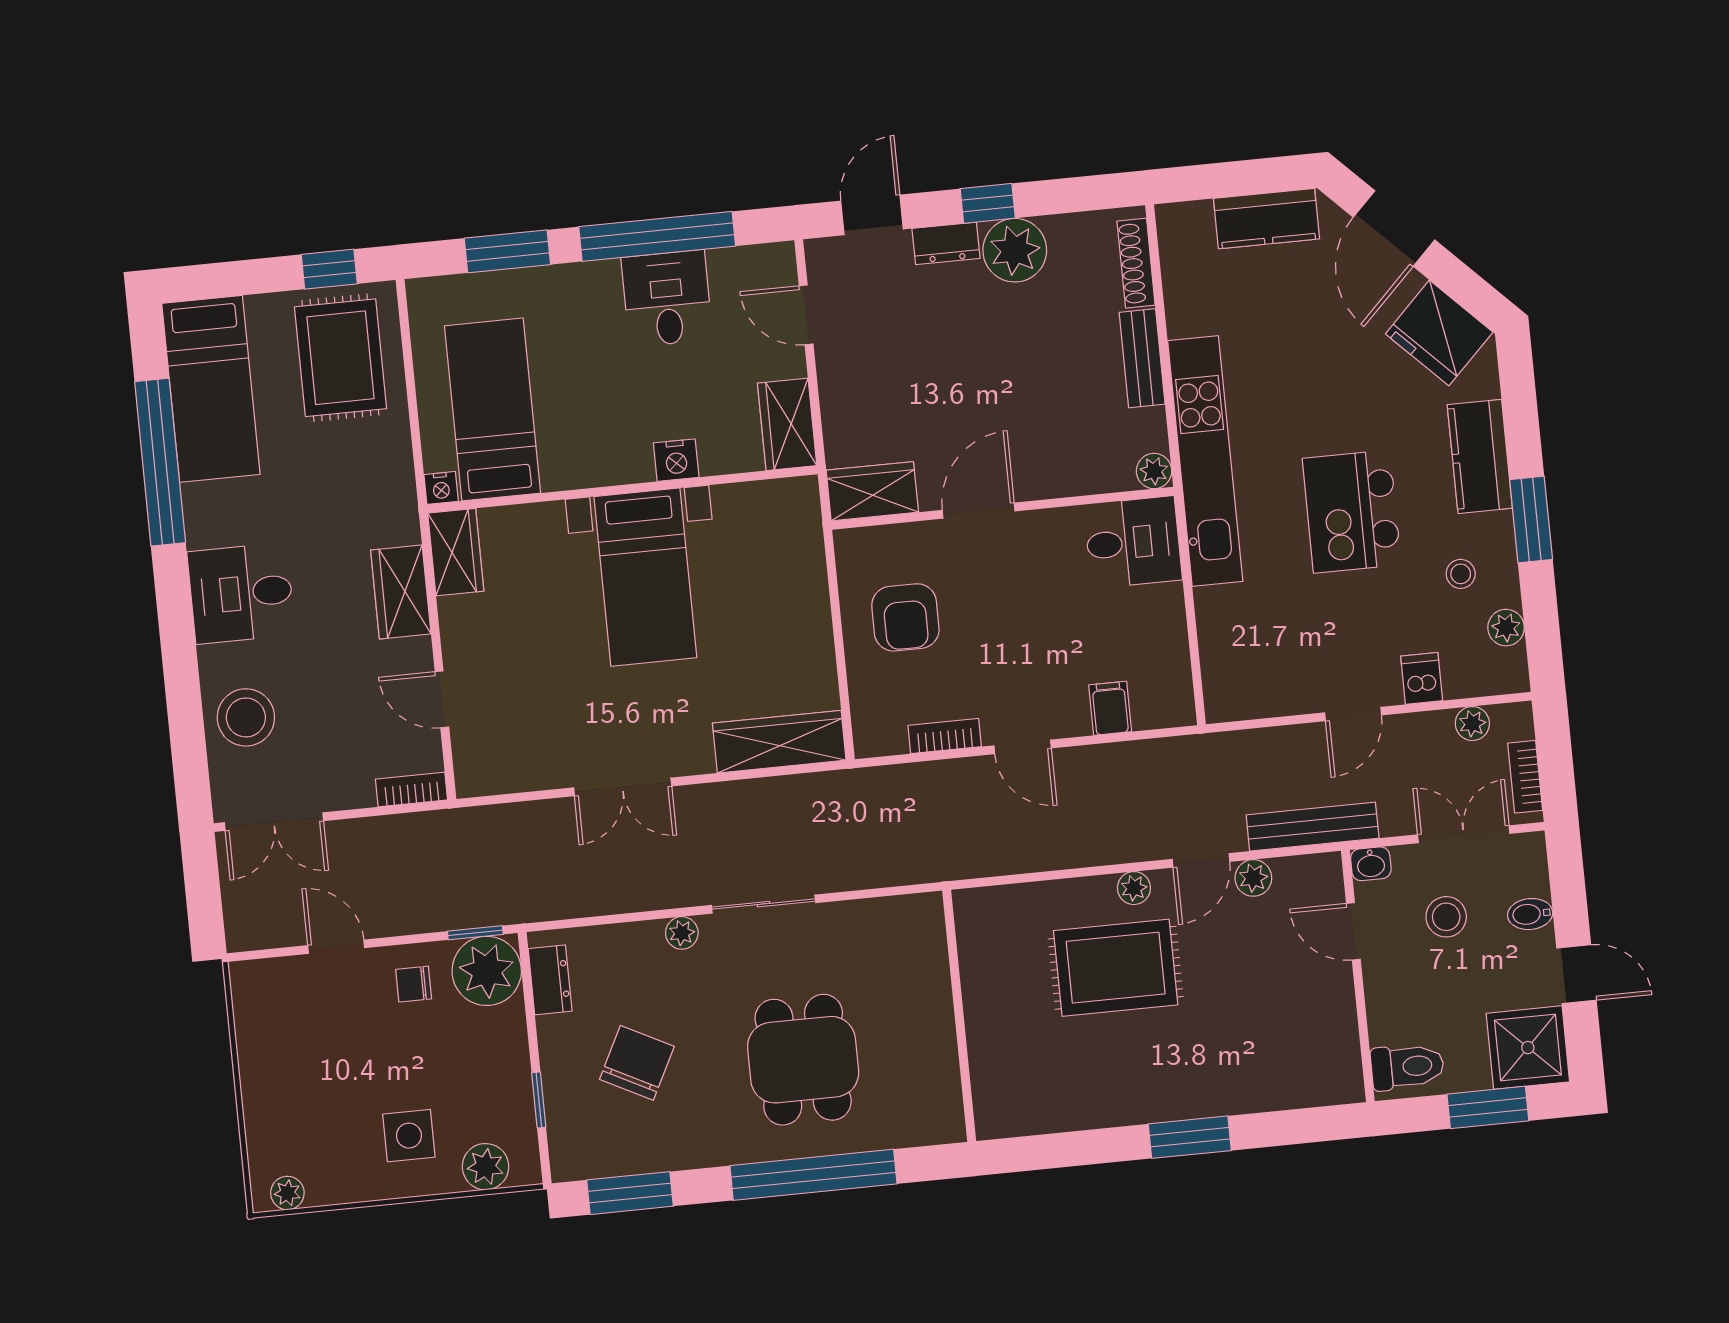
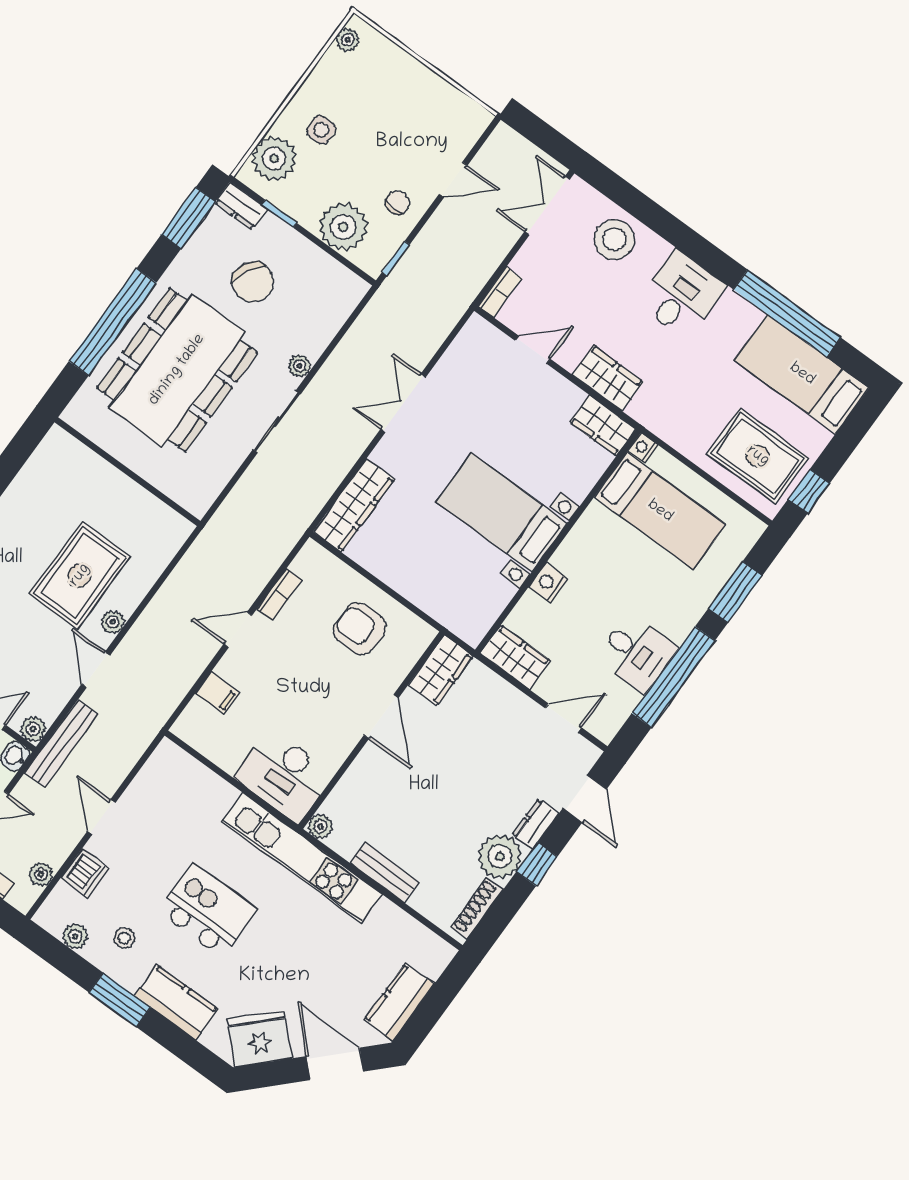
shoe rack: (1136, 263) -> (477, 908), moved, turned -90
desk: (1133, 542) -> (284, 776), width x1.37
dishwasher: (1422, 678) -> (85, 873), width x1.38
plant: (1253, 878) -> (33, 729), moved
plant: (487, 971) -> (343, 227), moved
dresser: (550, 980) -> (241, 206), moved
dining table: (803, 1060) -> (177, 370), width x1.88, depth x1.24
side table: (409, 1136) -> (321, 130), width x0.73, depth x0.73
plant: (486, 1167) -> (274, 159), width x1.36, depth x1.36

